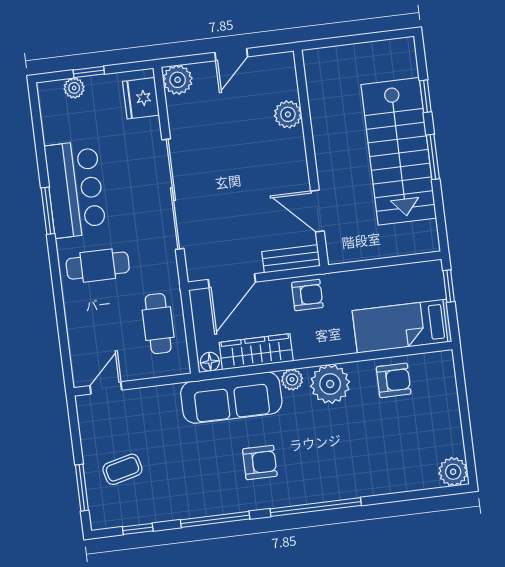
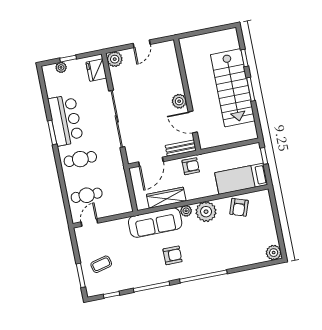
plant: (288, 114) -> (179, 101), moved
cafe table: (158, 324) -> (87, 195), moved, turned 90
floor lamp: (210, 362) -> (143, 205), removed
armchair: (394, 380) -> (239, 207), turned 109

